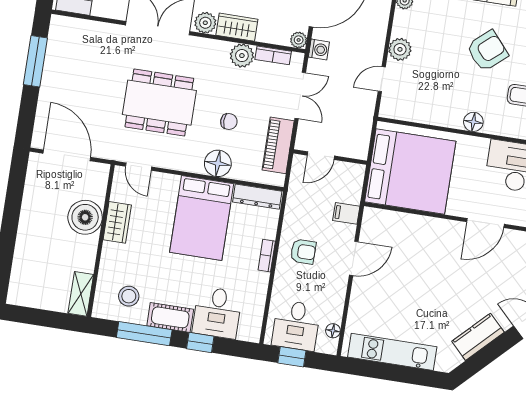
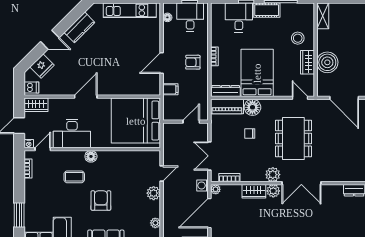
armchair: (487, 51) -> (101, 201), turned 131
plant: (242, 56) -> (273, 175), moved
dining table: (159, 103) -> (293, 138), turned 90
floor lamp: (473, 122) -> (91, 156), moved
piano: (278, 145) -> (227, 107), moved, turned 90
stool: (129, 296) -> (298, 38), moved

